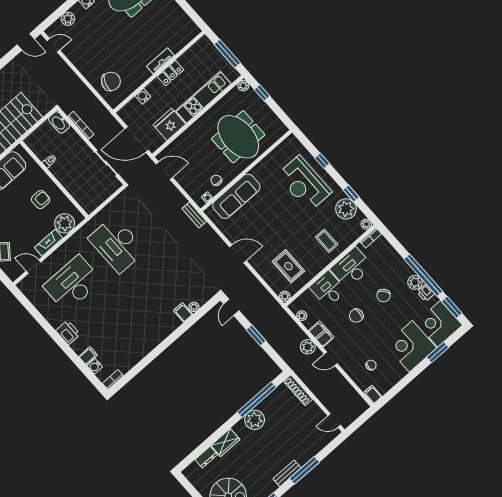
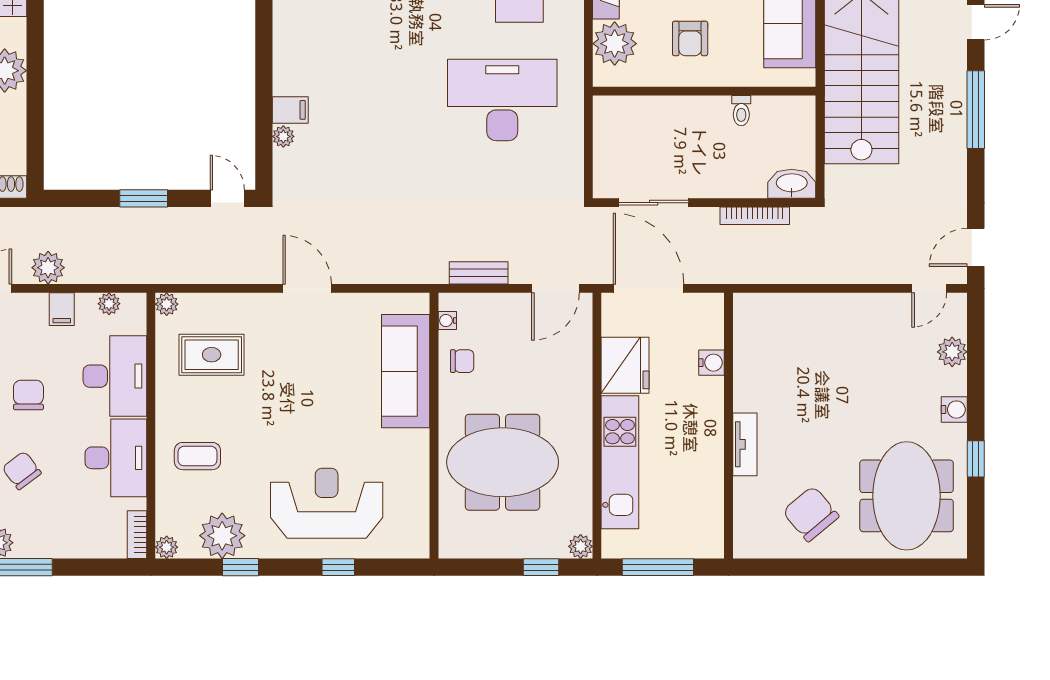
locker: (170, 73) -> (710, 443), removed
chair: (111, 81) -> (811, 514), moved, turned 121
door: (137, 139) -> (649, 288), hinge flipped
bench: (194, 215) -> (479, 273), moved
door: (238, 254) -> (307, 288), swing flipped
desk: (328, 289) -> (115, 376), width x1.37
filing cabinet: (321, 334) -> (62, 309), width x0.50
window: (257, 400) -> (35, 104), removed

